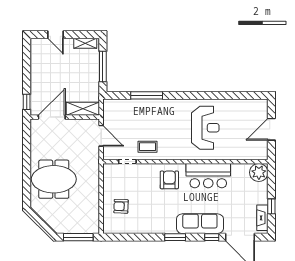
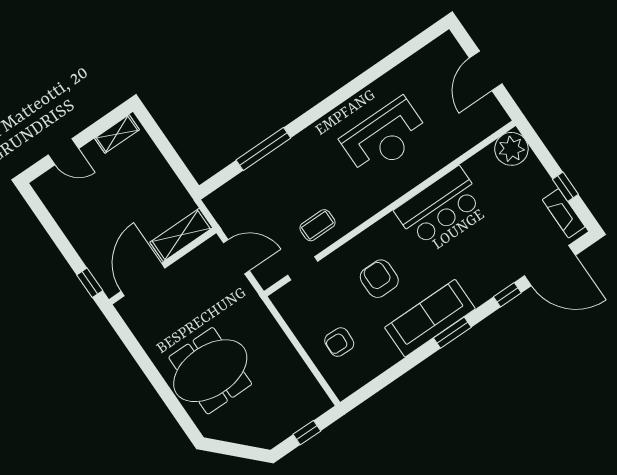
window: (103, 67) -> (168, 151), removed
reception desk: (205, 128) -> (385, 137), turned 90
armchair: (169, 180) -> (379, 279), moved
sofa: (200, 224) -> (430, 318), moved
window: (78, 237) -> (307, 433), width x0.46

